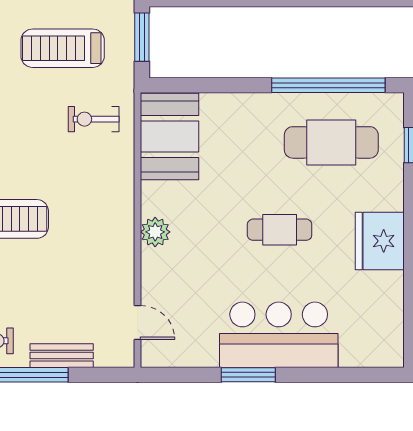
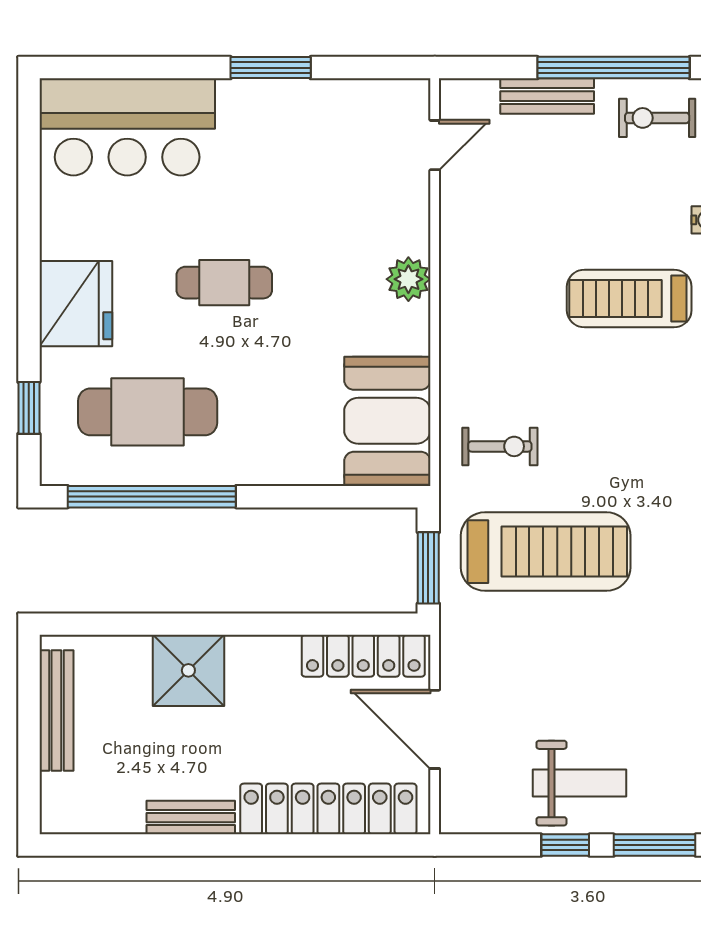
treadmill: (63, 48) -> (546, 552), width x1.37, depth x1.38
fridge: (380, 241) -> (76, 304), moved
door: (138, 322) -> (435, 145), swing flipped
bar counter: (279, 335) -> (127, 127), moved

